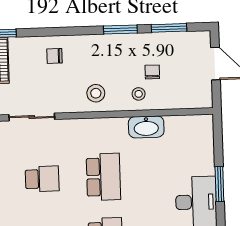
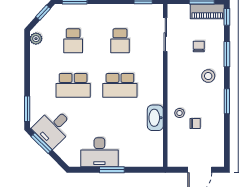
window: (169, 28) -> (227, 54), moved
chair: (54, 56) -> (199, 46), moved
stool: (96, 93) -> (208, 76), moved

